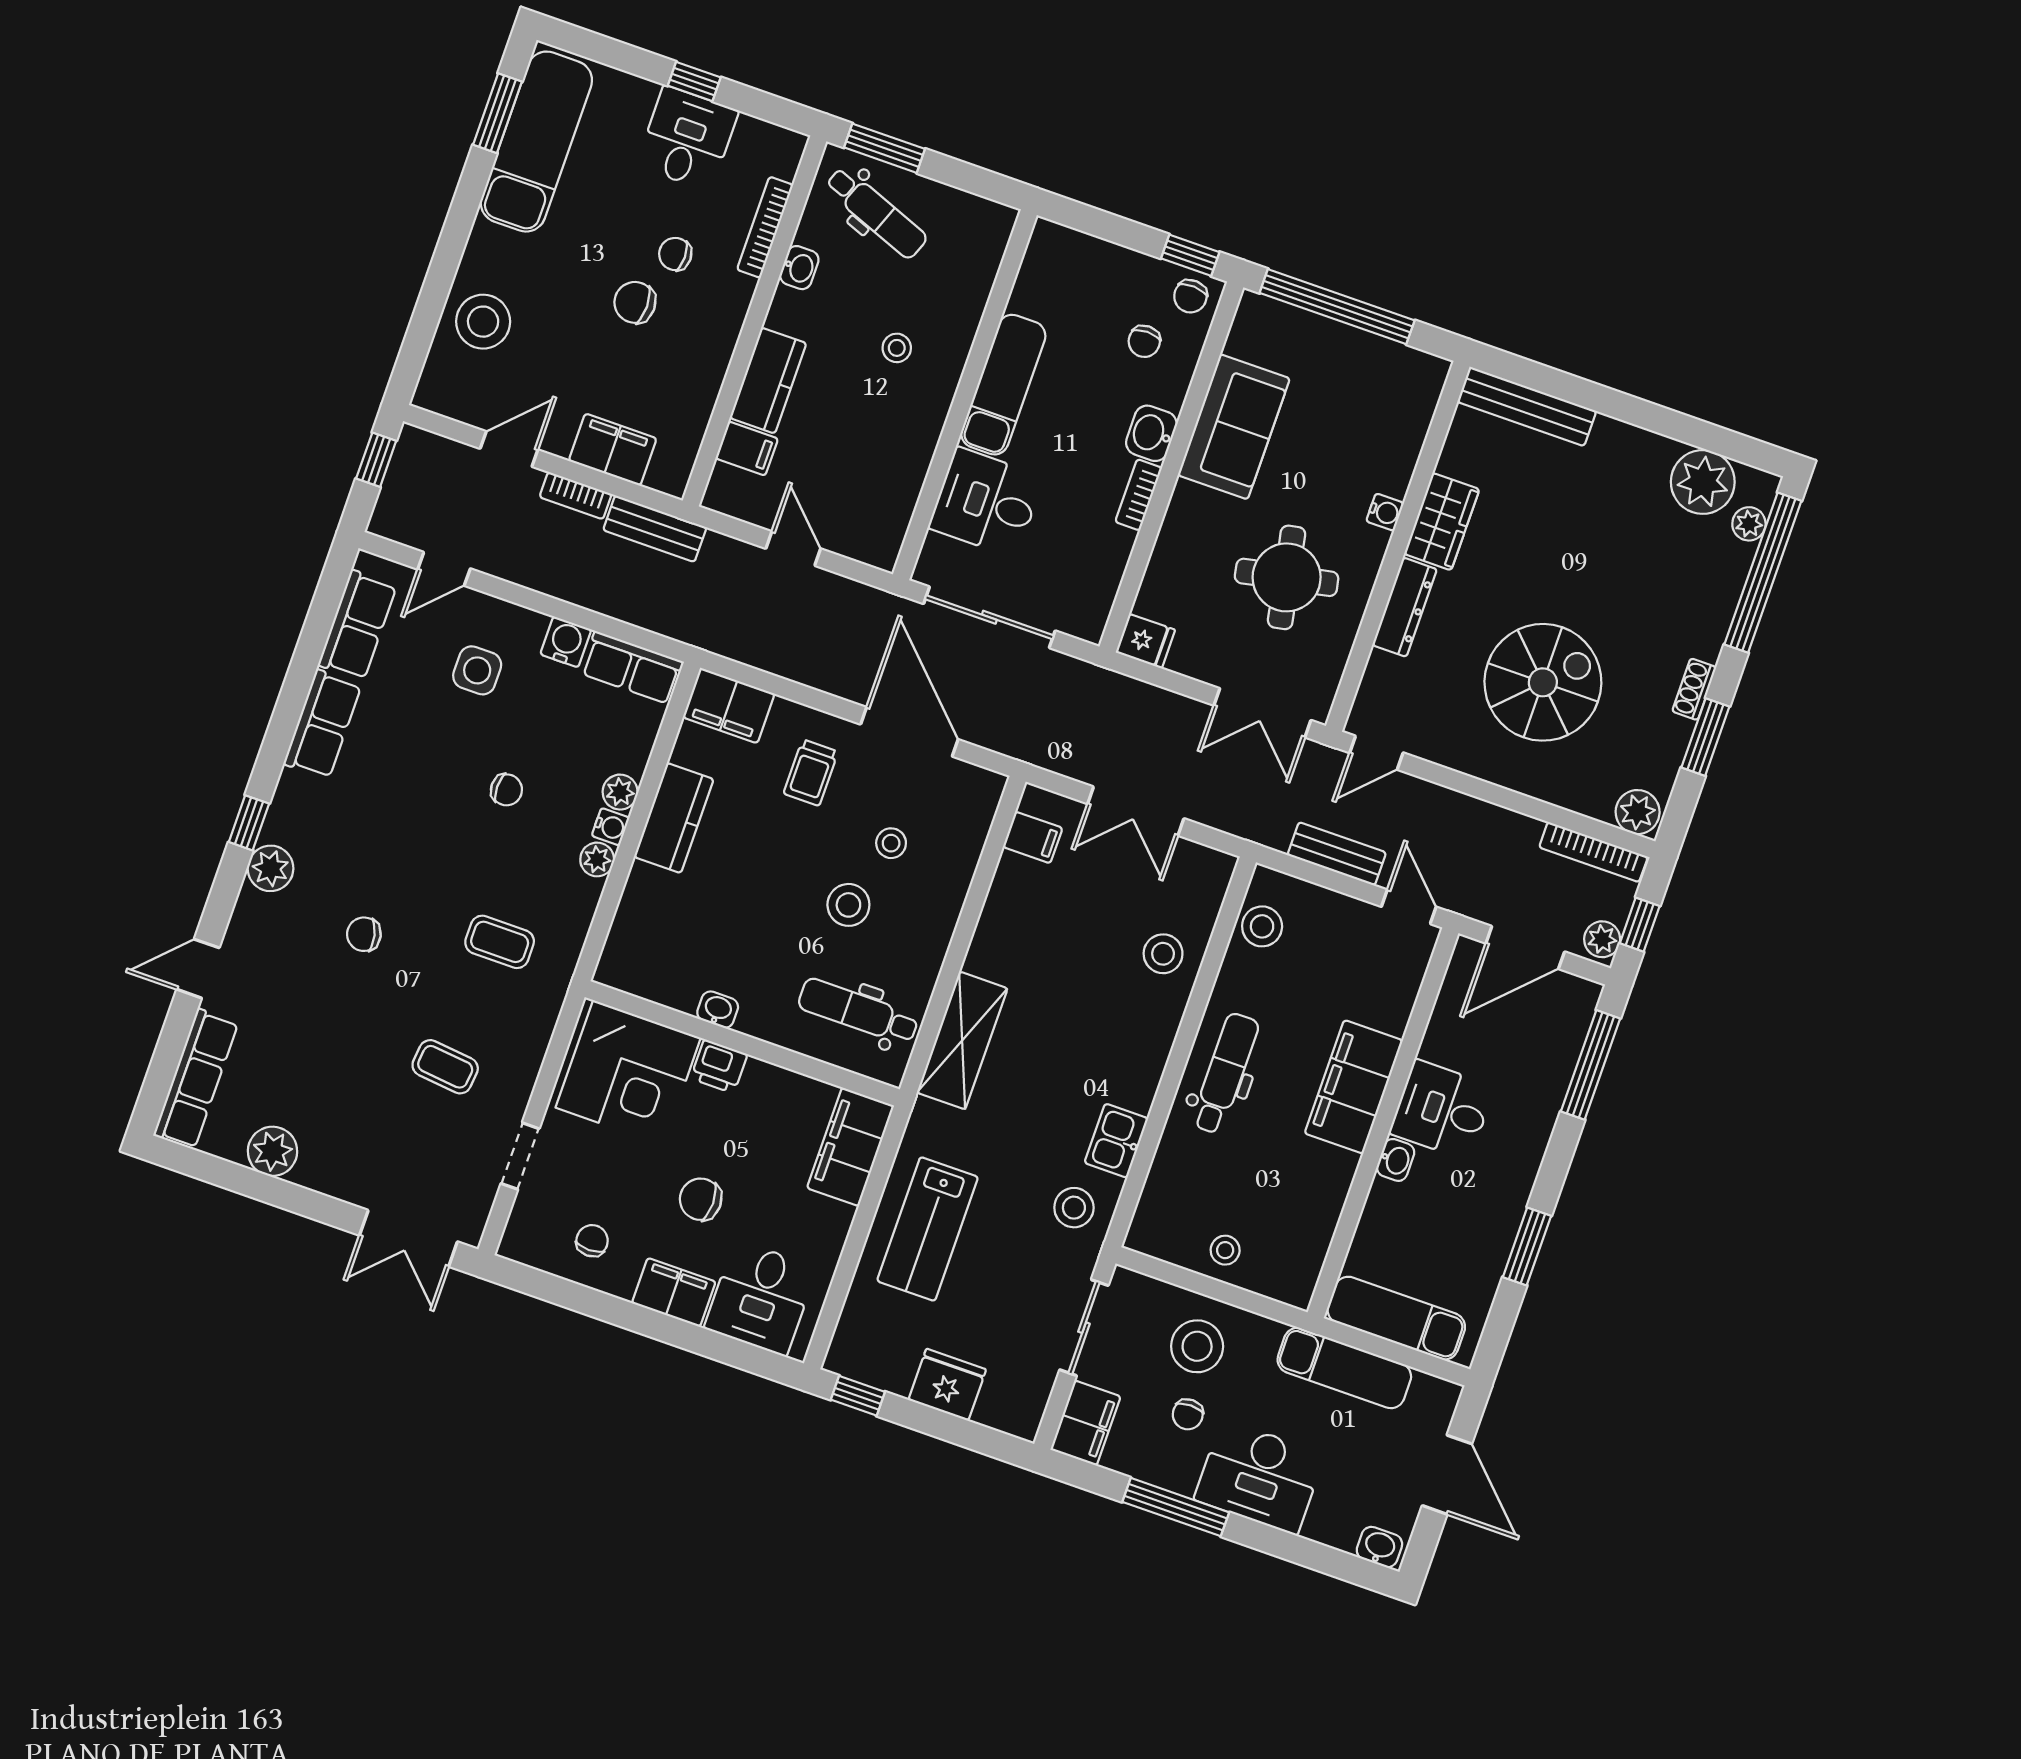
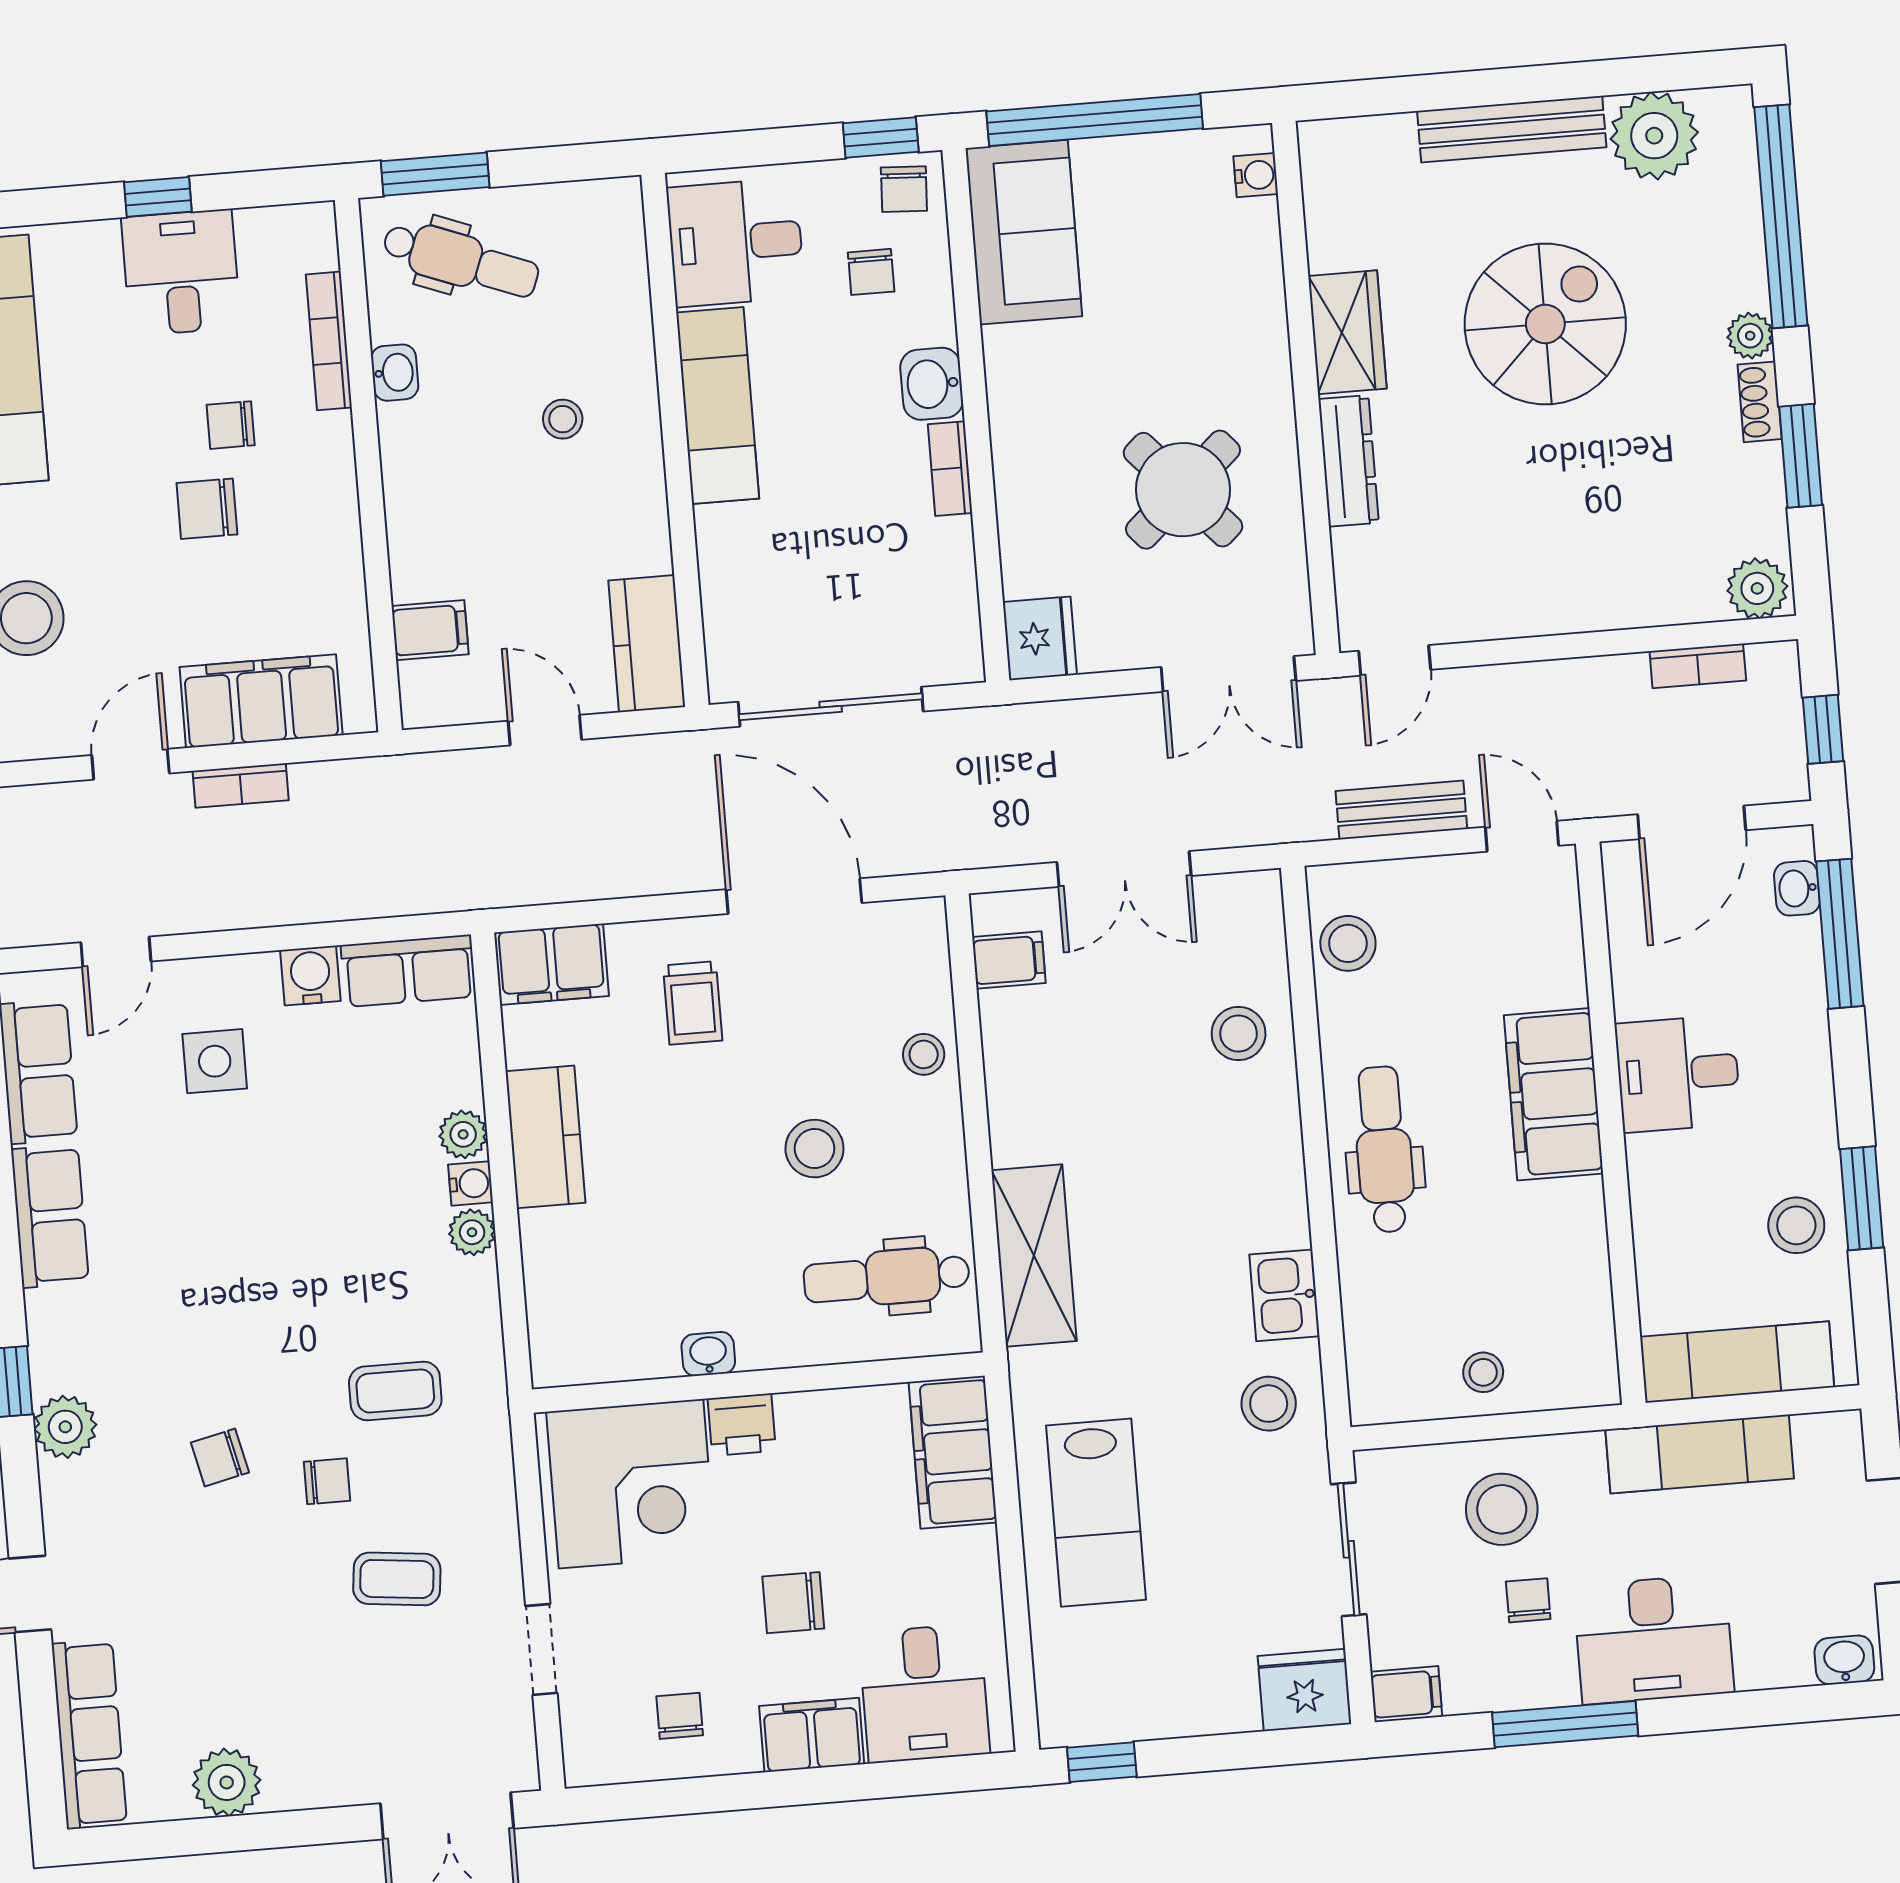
kitchen counter: (768, 381) -> (647, 644), moved, turned 180
bench: (1527, 406) -> (1512, 129), moved
sofa: (1234, 427) -> (1024, 232), moved
filing cabinet: (613, 450) -> (261, 701), width x1.50, depth x1.17
desk: (986, 502) -> (736, 242), moved
water cooler: (1385, 512) -> (1256, 175), moved
plant: (1749, 524) -> (1750, 336), moved
bench: (655, 529) -> (359, 783), removed
round table: (1287, 577) -> (1183, 490), turned -31
fridge: (1145, 641) -> (1040, 638), width x1.38
spiral stairs: (1543, 682) -> (1545, 324), moved
chair: (506, 790) -> (327, 1481), moved
stool: (891, 843) -> (924, 1054), moved
bookcase: (1593, 852) -> (1698, 666), width x0.64
plant: (1602, 939) -> (1784, 769), removed
washbasin: (1396, 1160) -> (1797, 888), moved, turned 180
stool: (1476, 1245) -> (1796, 1225), added
fridge: (947, 1385) -> (1305, 1690), moved
chair: (1188, 1414) -> (1528, 1600), turned 180
filing cabinet: (1086, 1423) -> (1406, 1694), width x0.50

